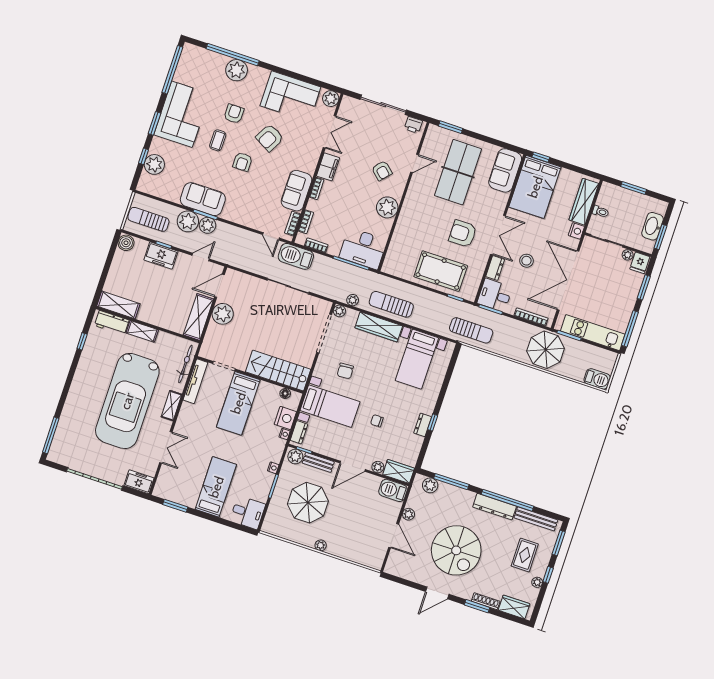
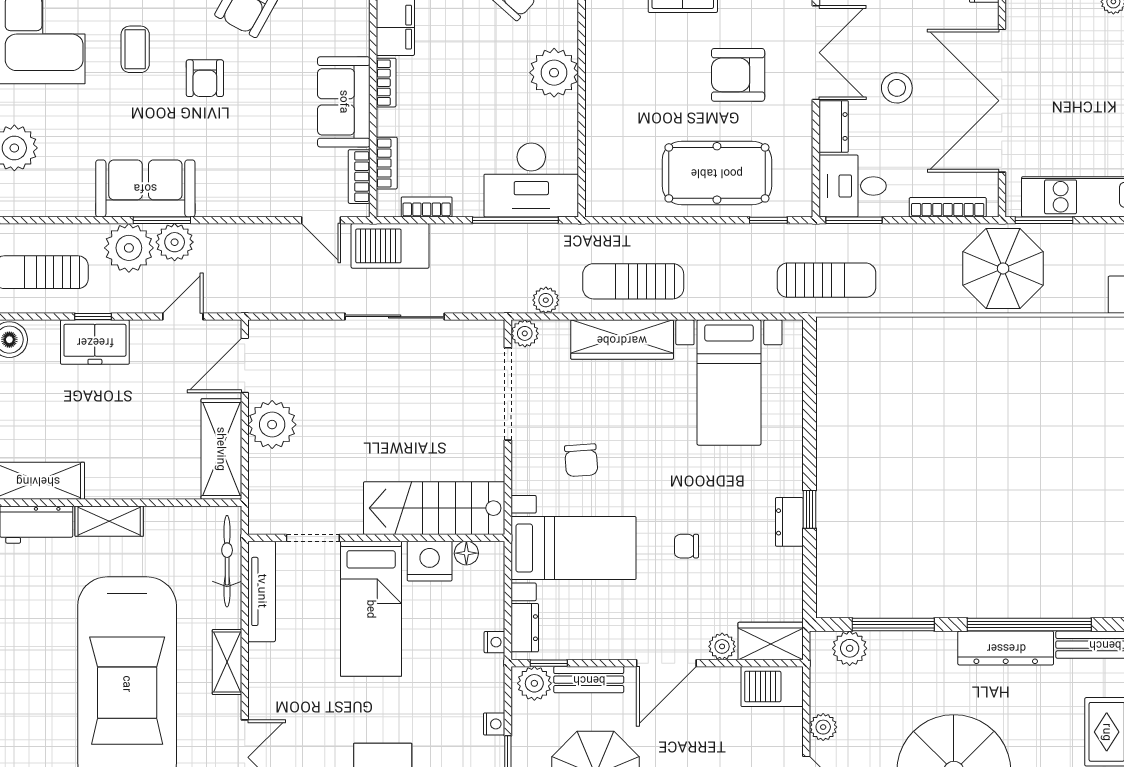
nightstand: (285, 418) -> (430, 561), moved, turned -90

